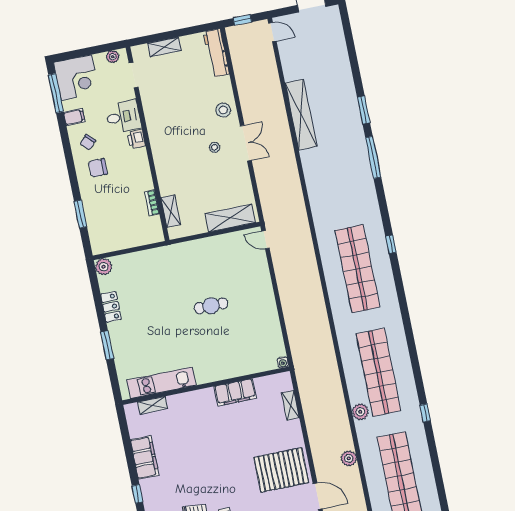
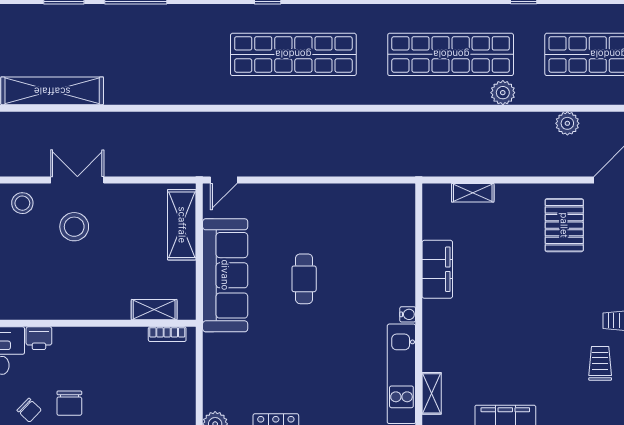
stool: (215, 147) -> (74, 227), width x1.89, depth x1.89
bookcase: (152, 203) -> (167, 334), moved
sofa: (203, 253) -> (225, 275), added
water cooler: (283, 362) -> (408, 314), moved
pallet: (281, 470) -> (564, 225), width x0.73, depth x0.71

